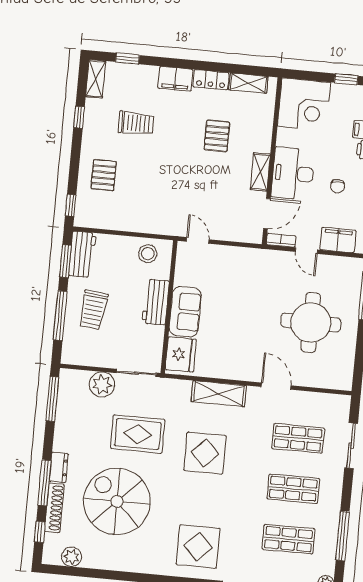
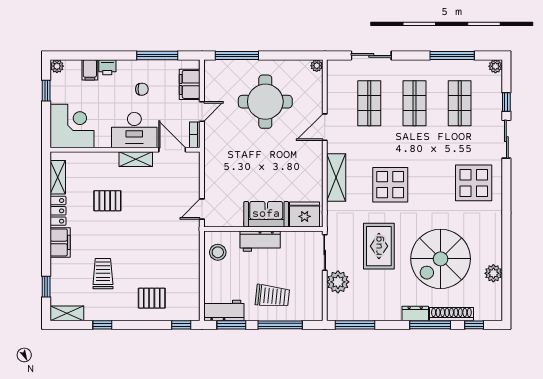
plant: (346, 384) -> (317, 66), added
plant: (72, 557) -> (493, 273), moved

